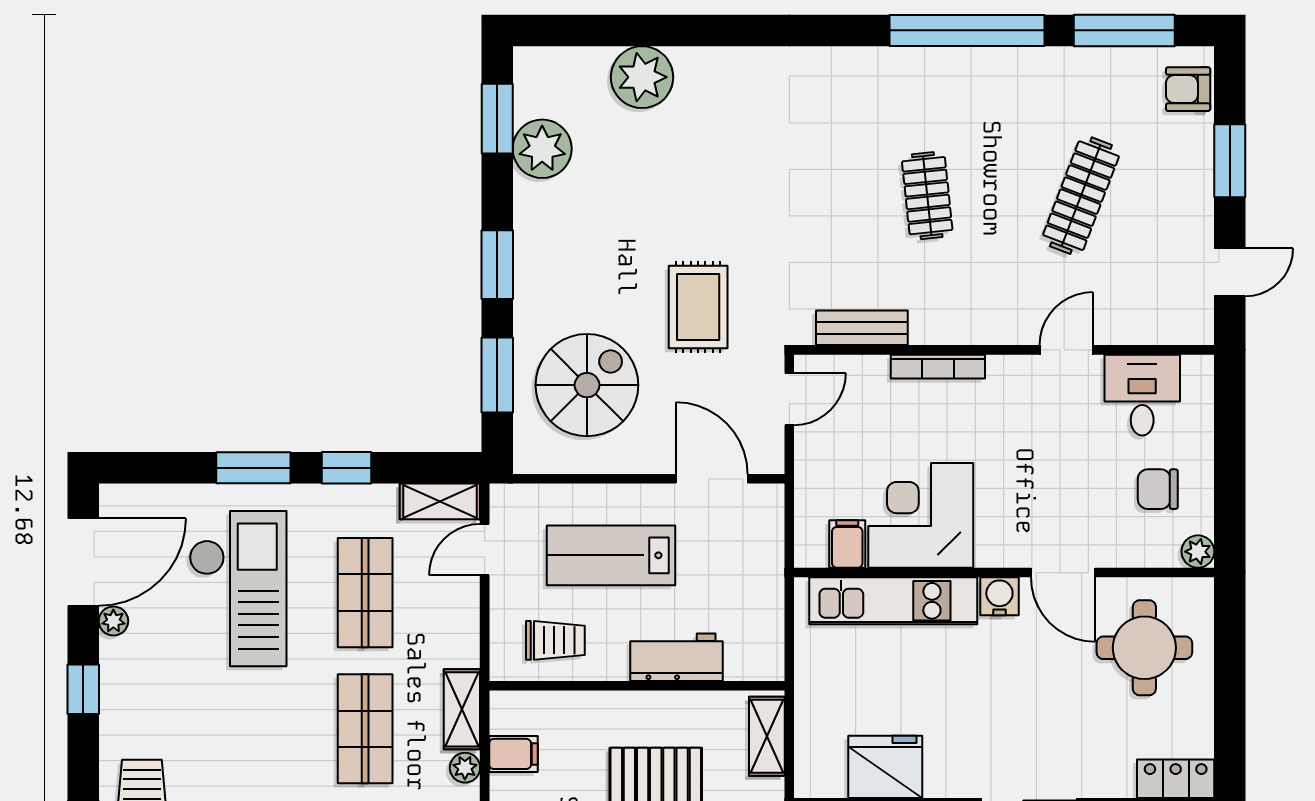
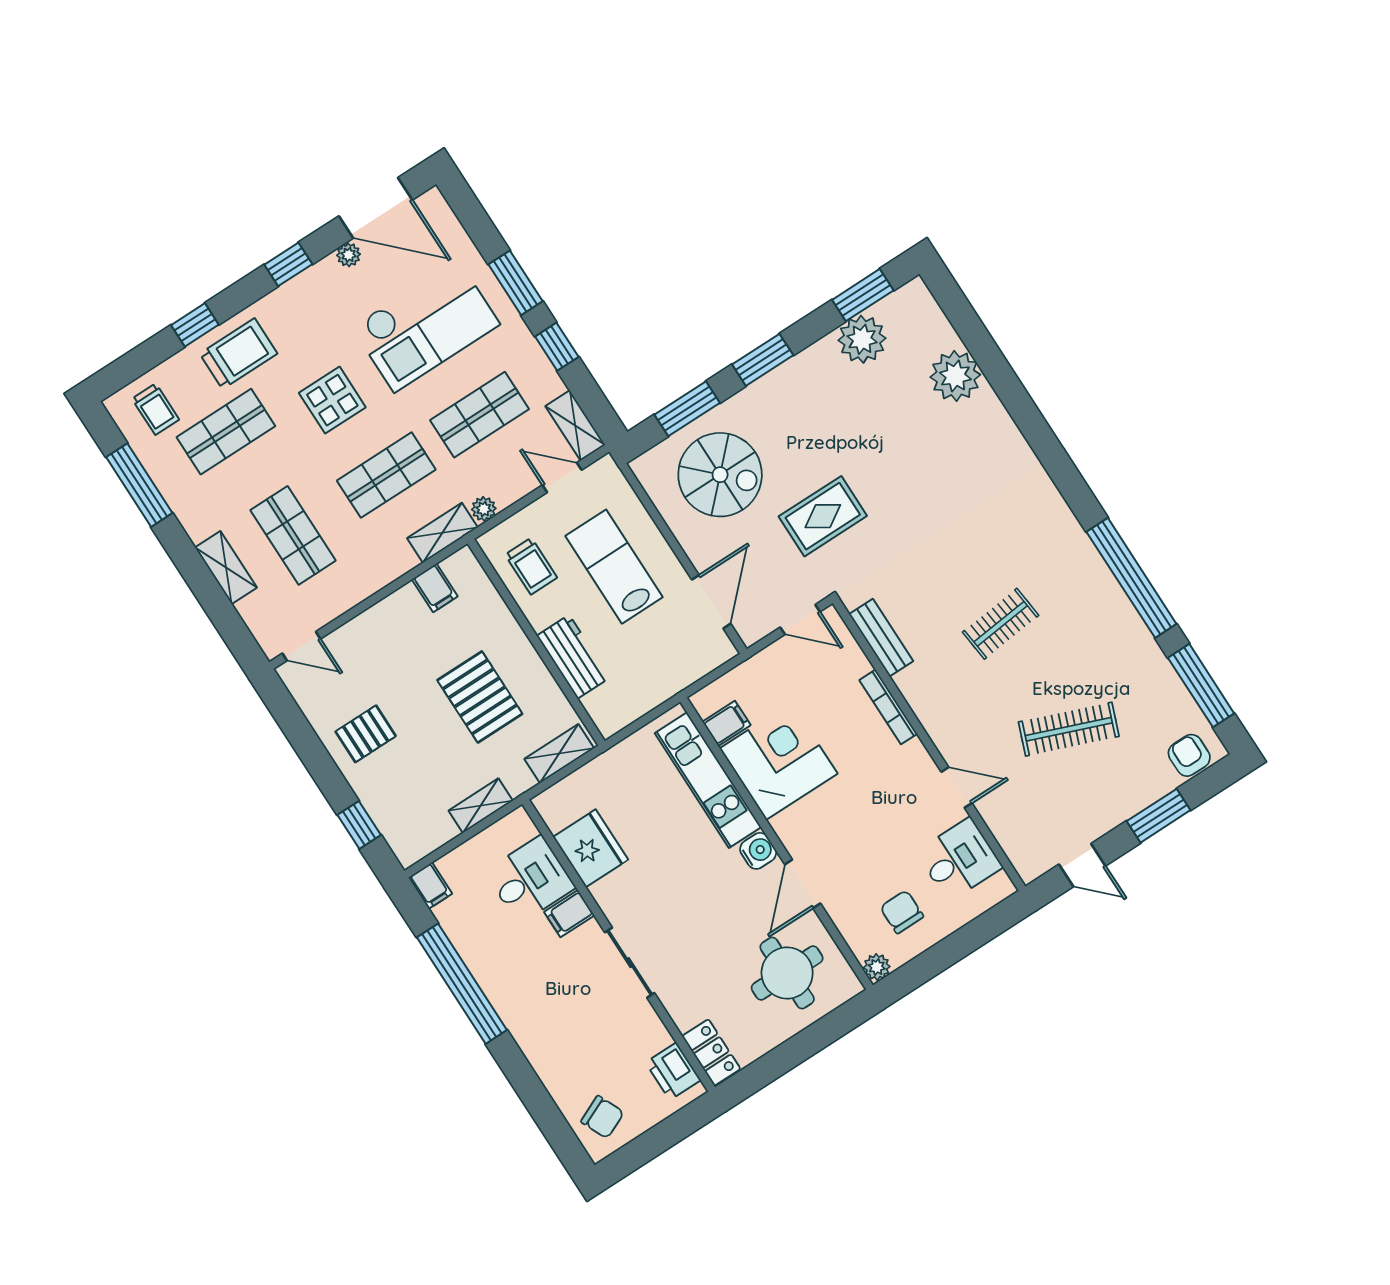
display table: (252, 734) -> (332, 400), added
plant: (465, 768) -> (484, 509), moved

